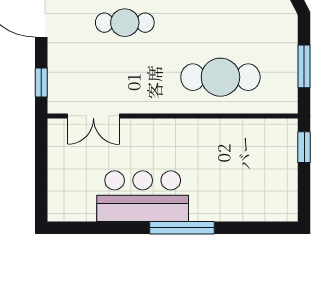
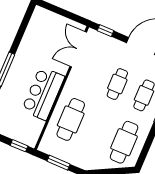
double door: (93, 116) -> (78, 49), width x1.37
bar counter: (143, 196) -> (43, 93), moved, turned 180

